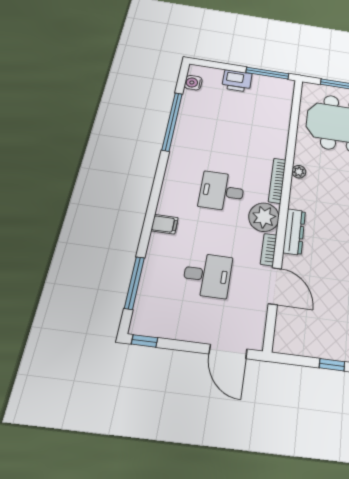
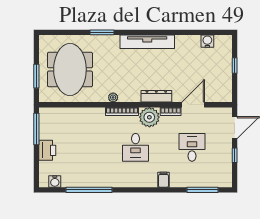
window: (144, 341) -> (235, 155), moved

